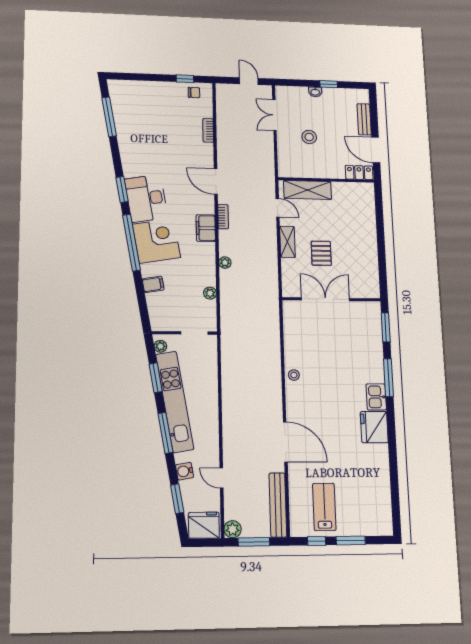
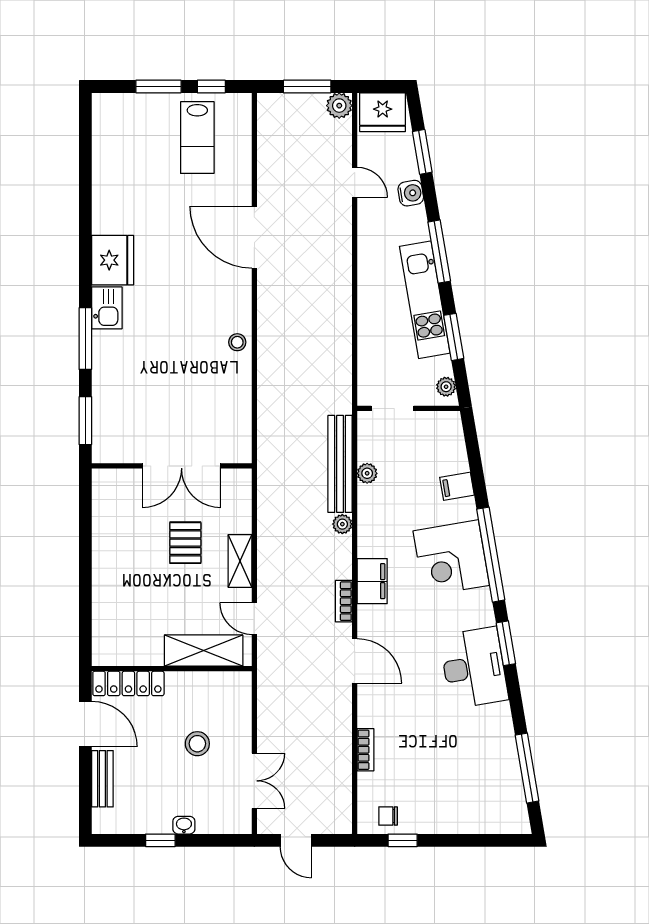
locker: (359, 173) -> (128, 683), width x1.53
desk: (146, 198) -> (474, 668), moved
kitchen unit: (175, 402) -> (425, 300), width x0.73
bench: (278, 505) -> (340, 464), moved

